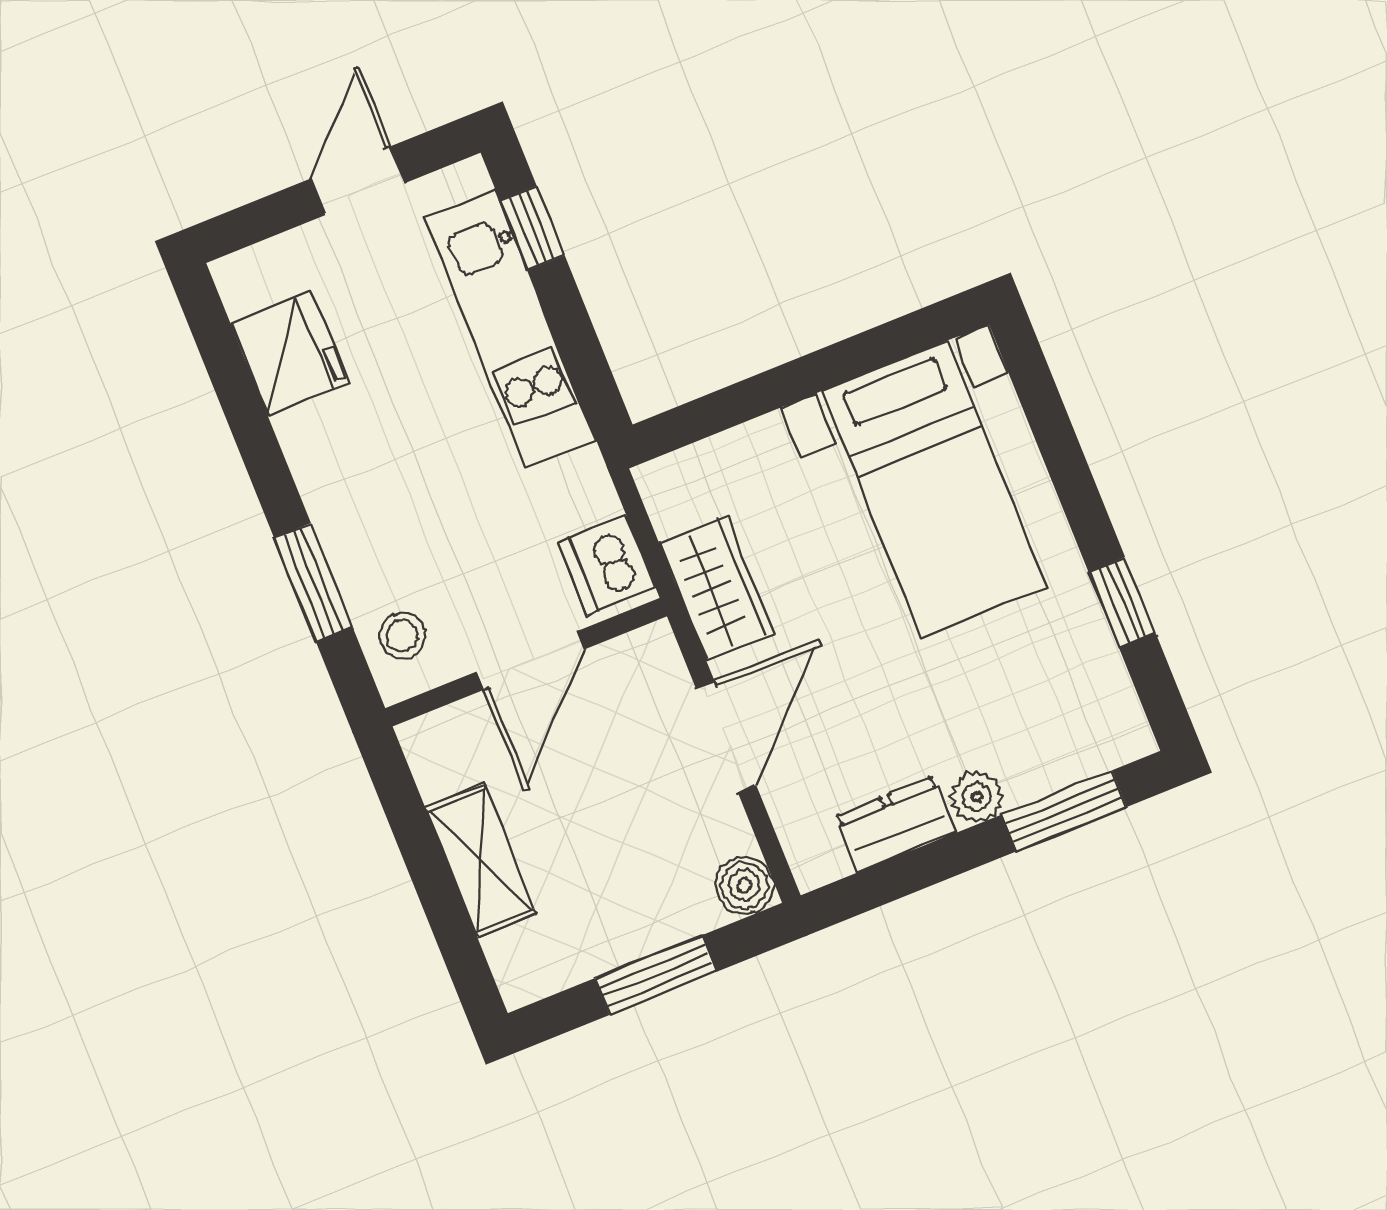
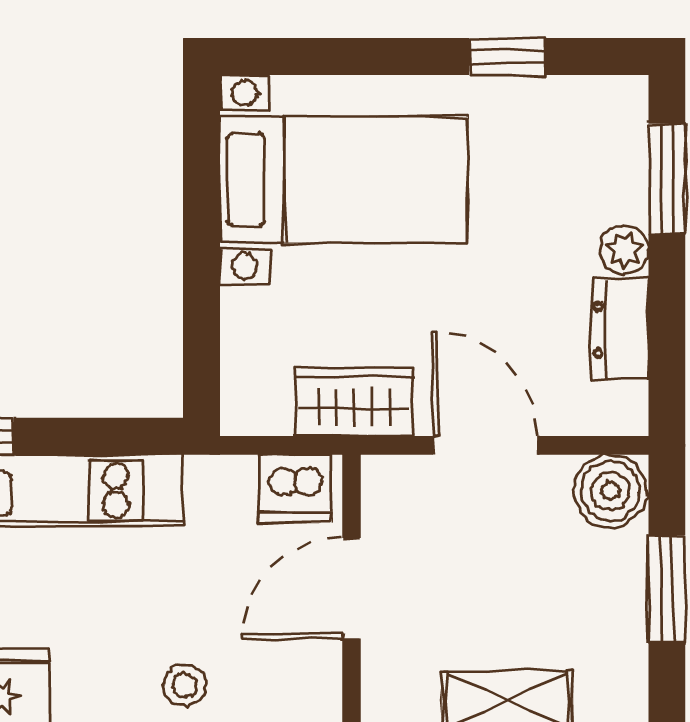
stool: (402, 636) -> (185, 685), moved
door: (530, 661) -> (352, 588), swing flipped
boiler: (744, 885) -> (610, 491), width x1.36, depth x1.36

